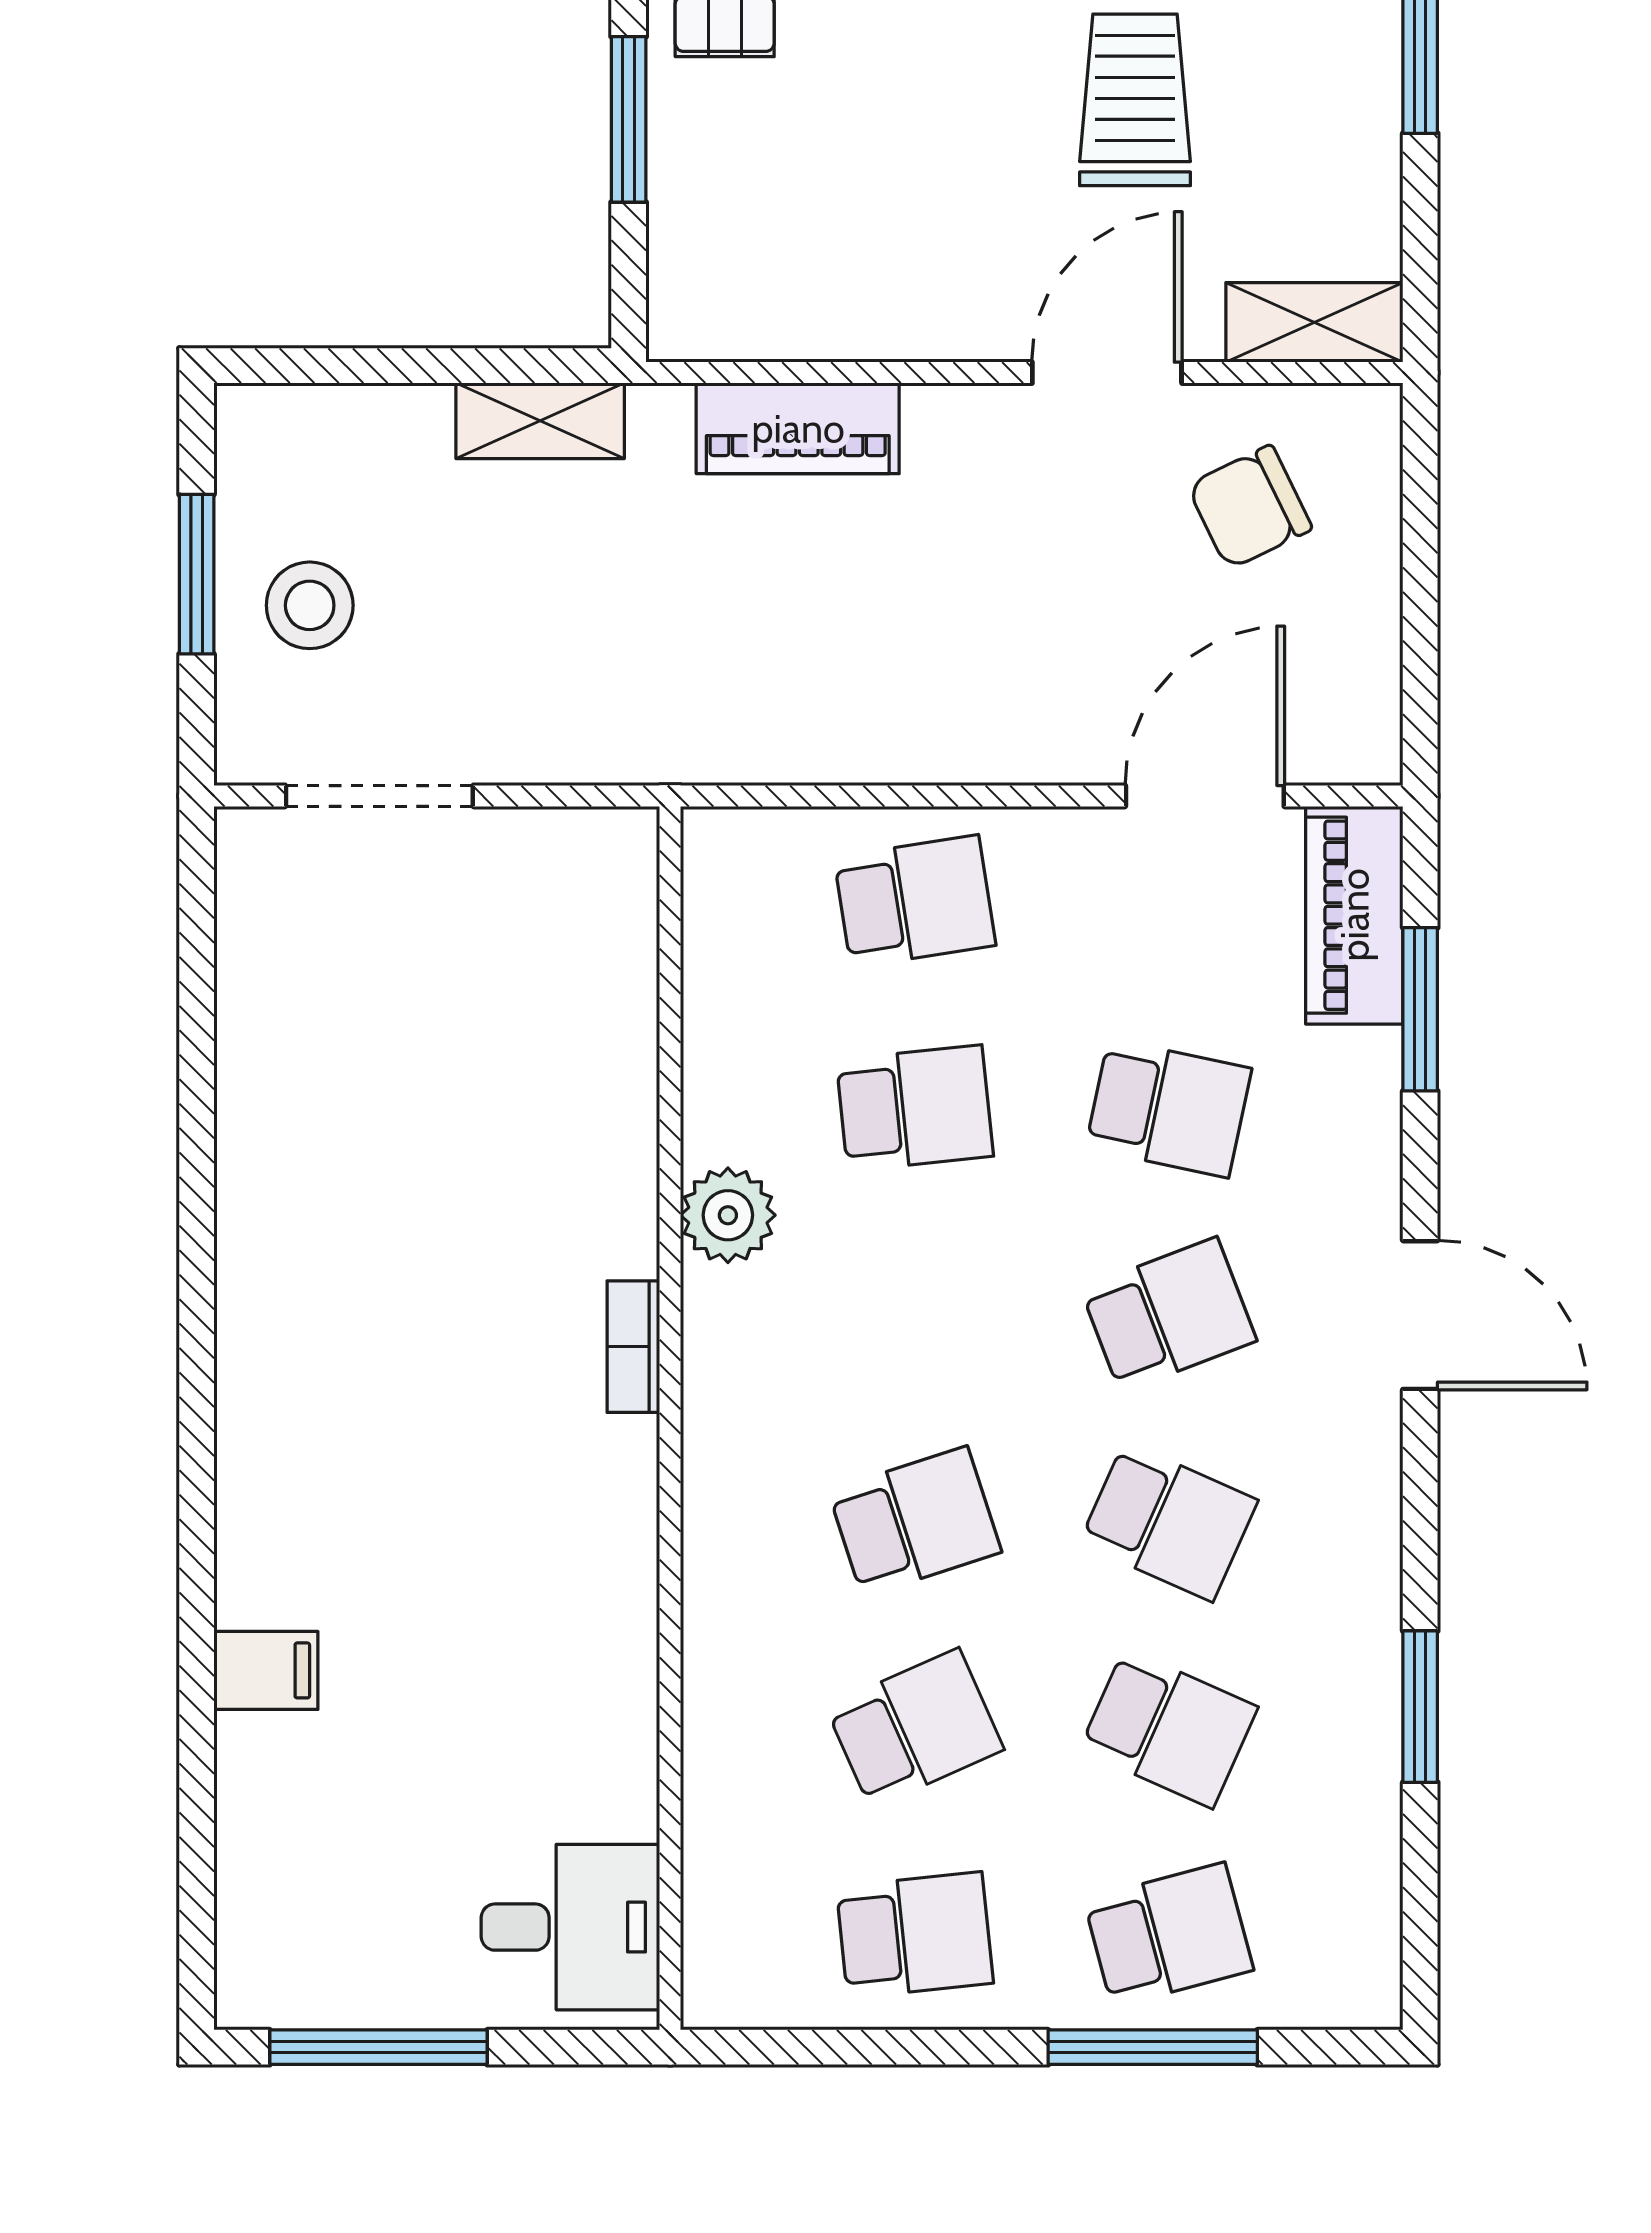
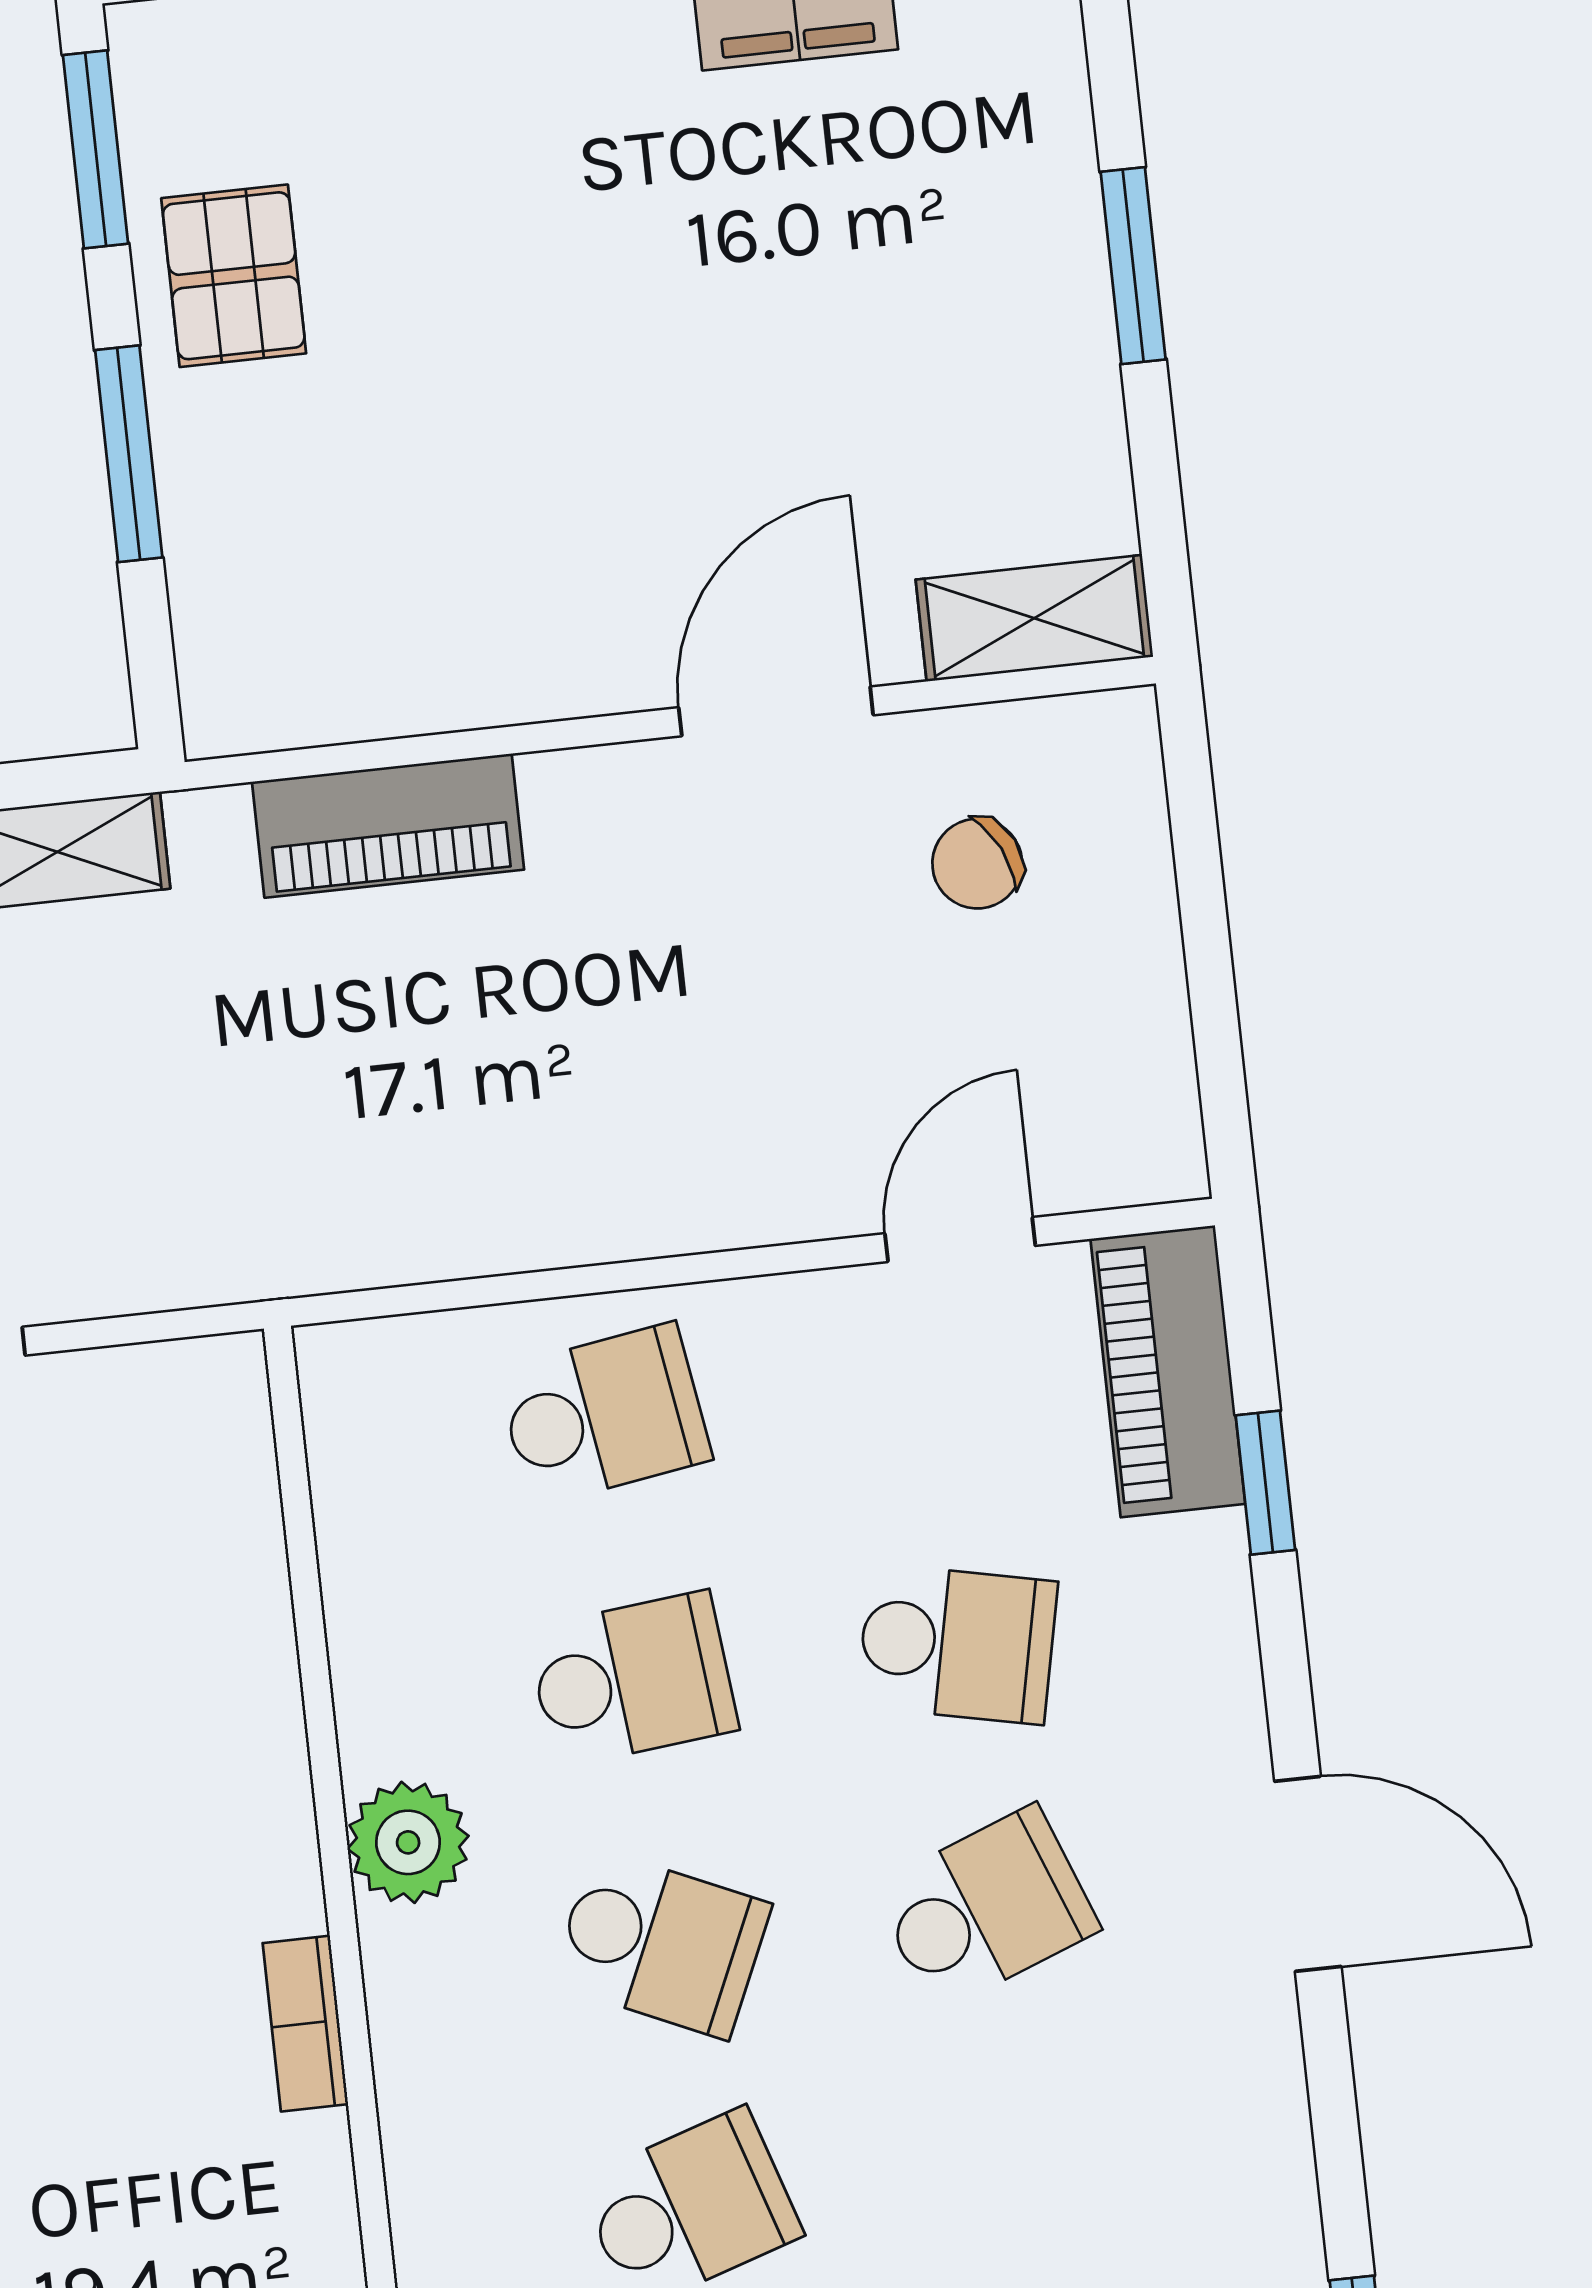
trolley: (1135, 100) -> (774, 358), removed
chair: (1250, 507) -> (977, 864), width x0.73, depth x0.73
door: (1205, 796) -> (960, 1240), width x0.73
window: (1420, 1009) -> (1265, 1483), width x0.67
school desk: (1169, 1521) -> (661, 1944), moved

